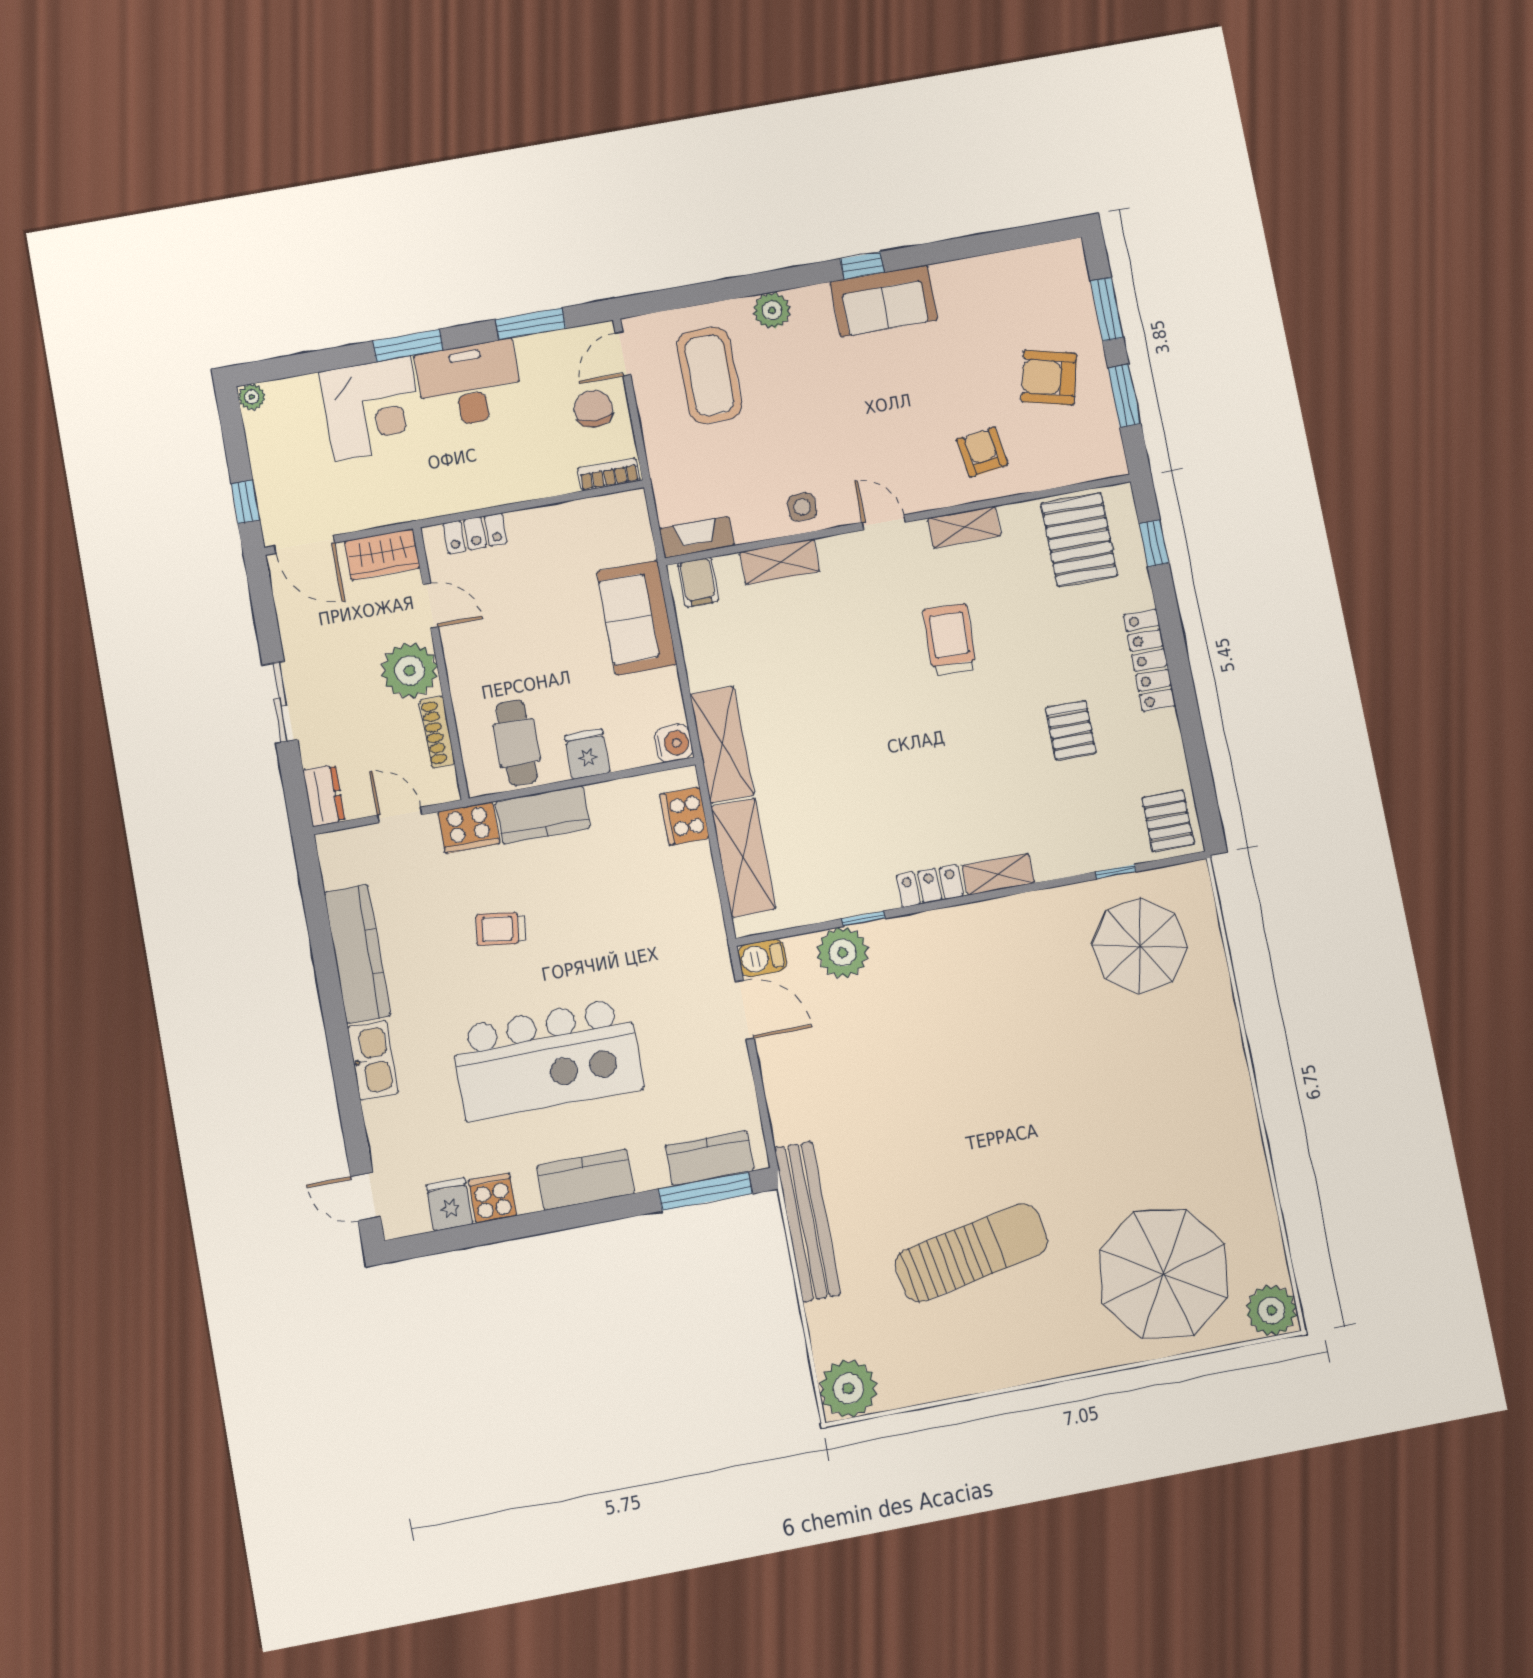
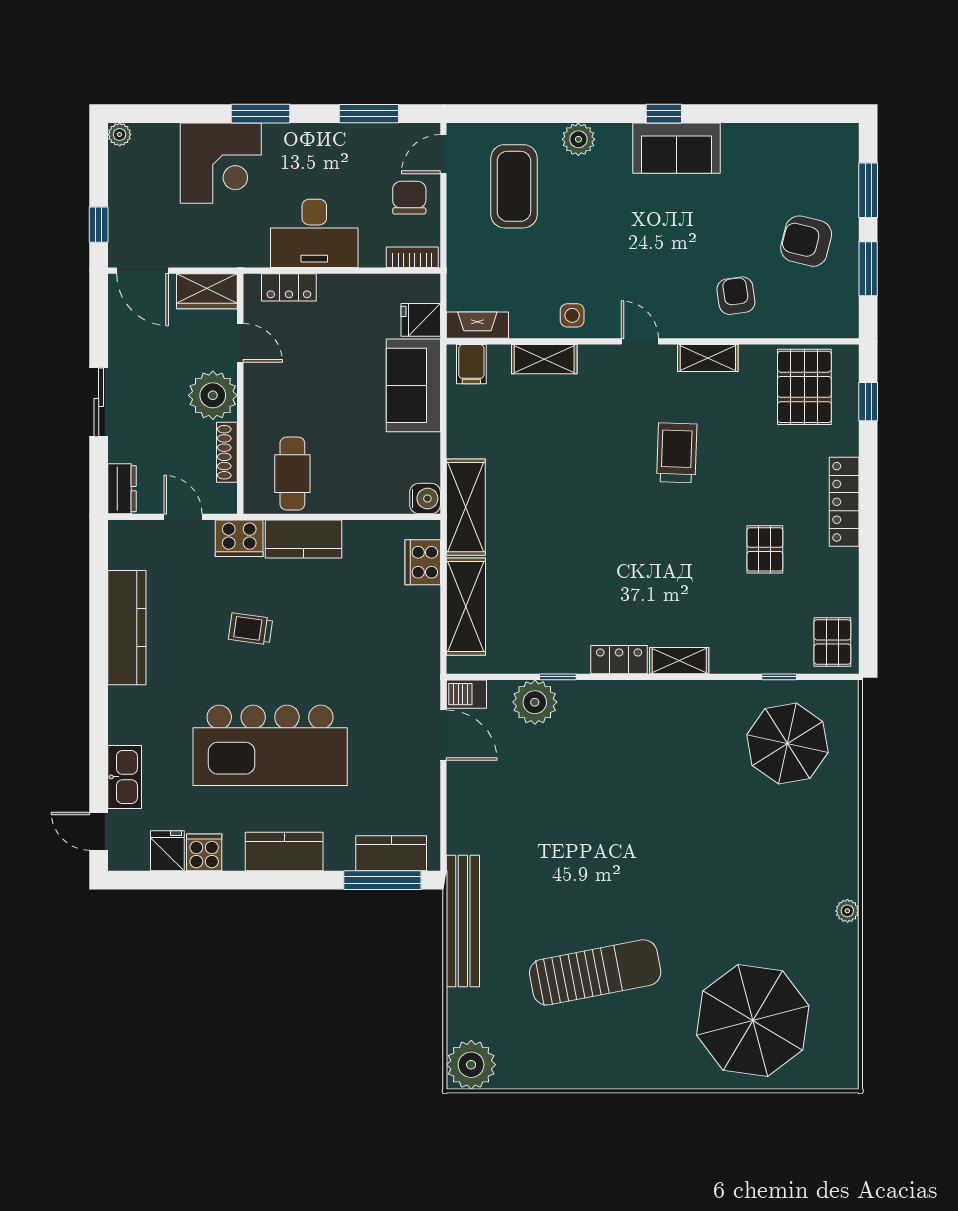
desk: (469, 384) -> (314, 233), moved, turned 180
fridge: (587, 754) -> (421, 320), moved, turned -90
kitchen sink: (373, 1060) -> (125, 777), moved
plant: (1272, 1310) -> (847, 911), moved, width x0.53, depth x0.53

